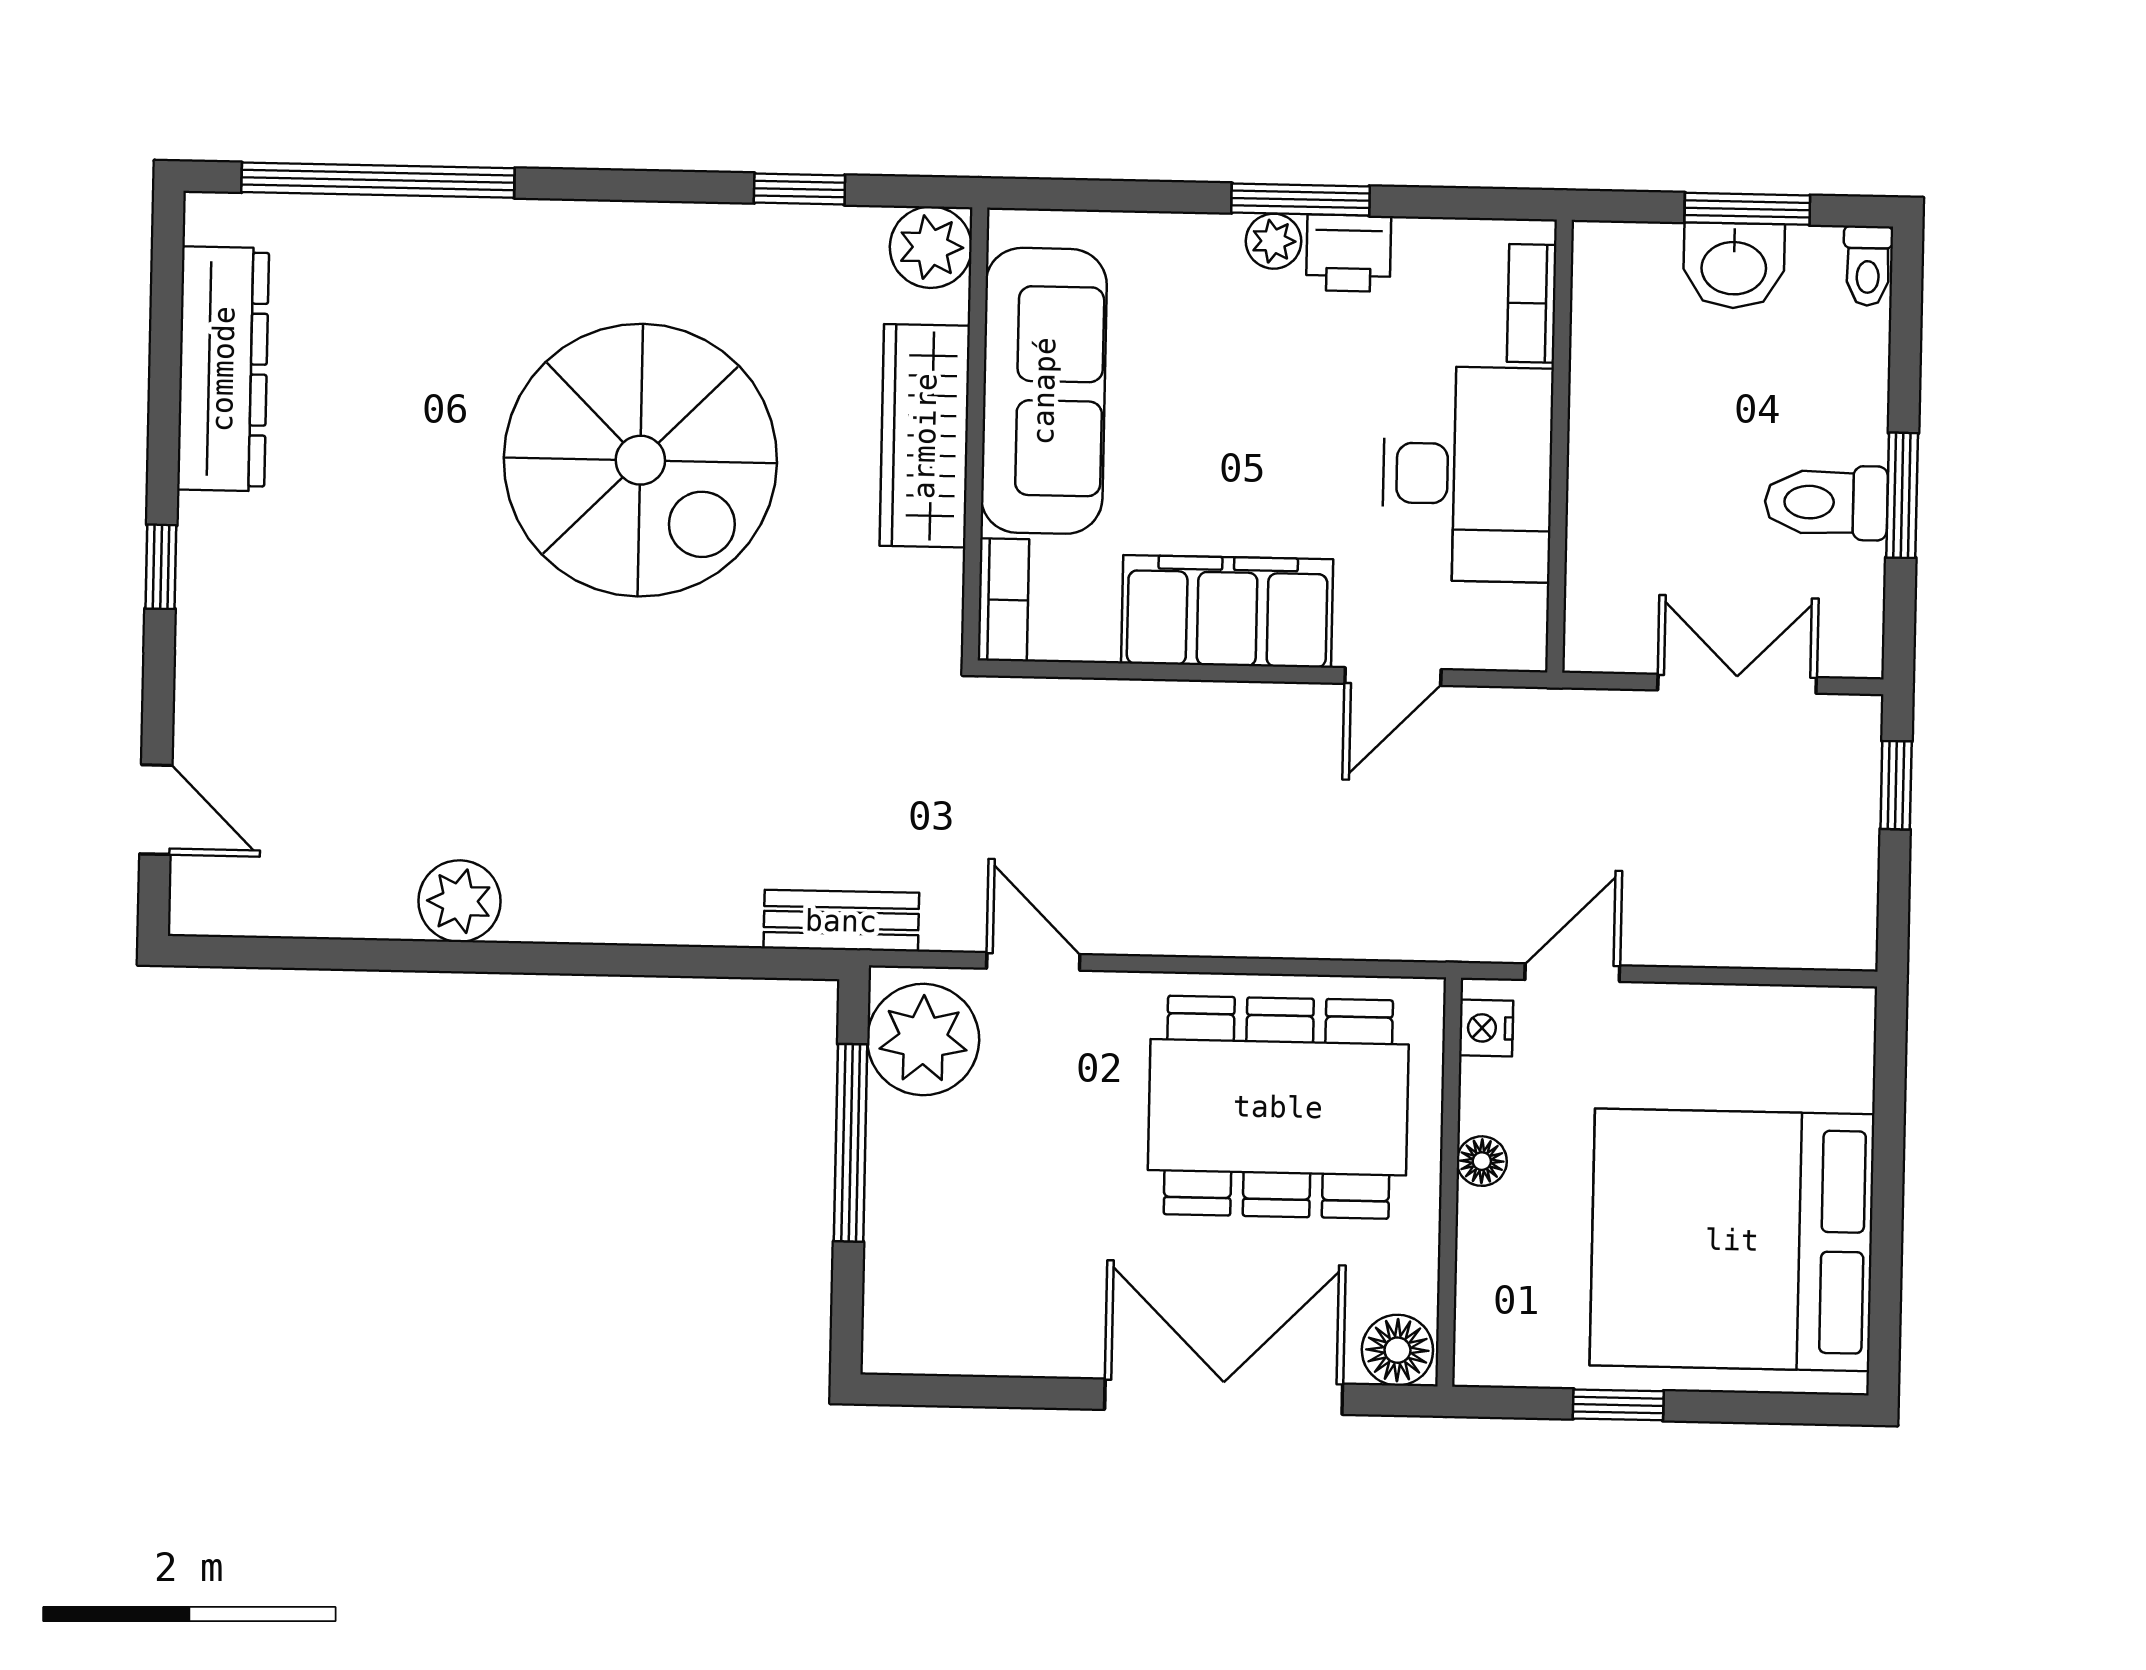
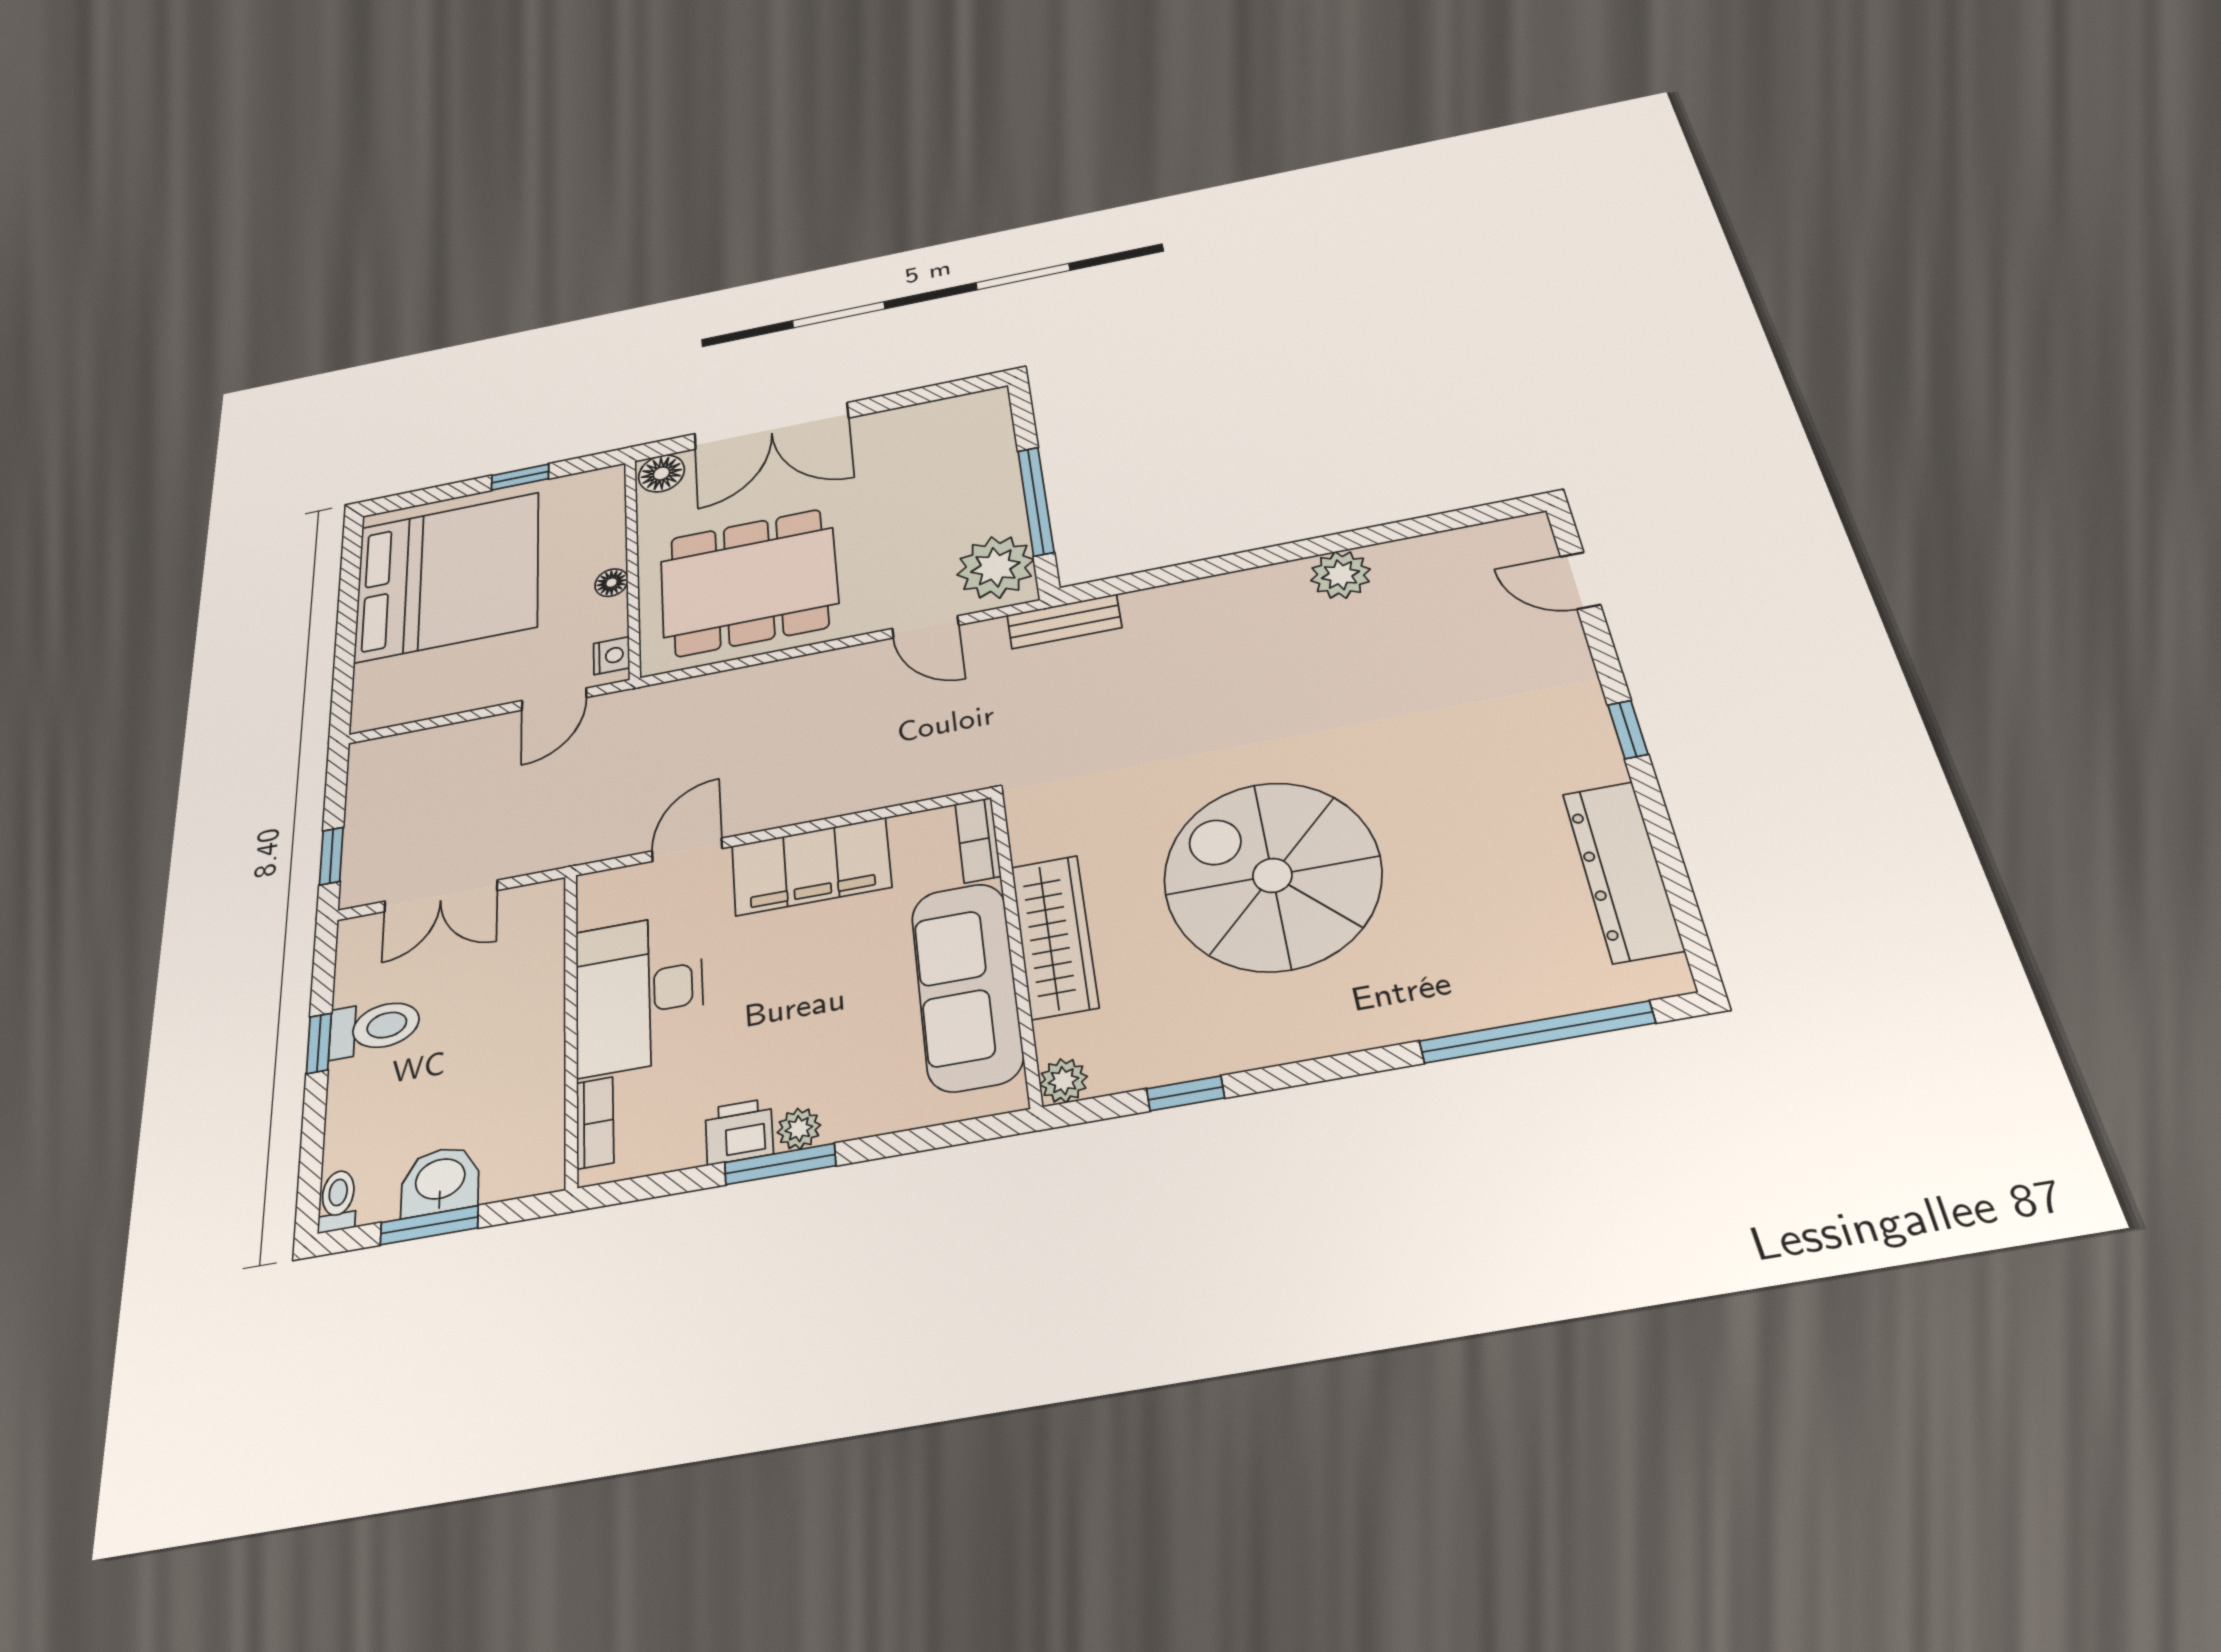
plant: (931, 247) -> (1063, 1081), width x0.73, depth x0.73
window: (1902, 495) -> (319, 1043), width x0.67

